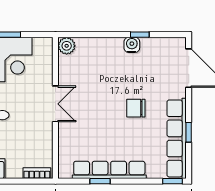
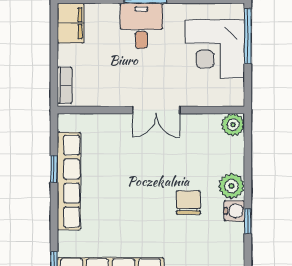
plant: (113, 47) -> (232, 186), added
chair: (136, 108) -> (188, 203), moved

